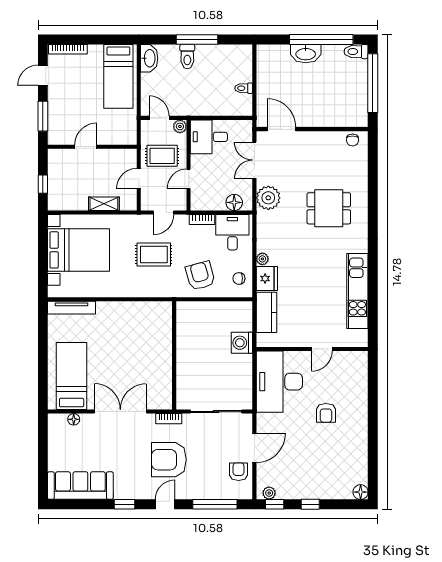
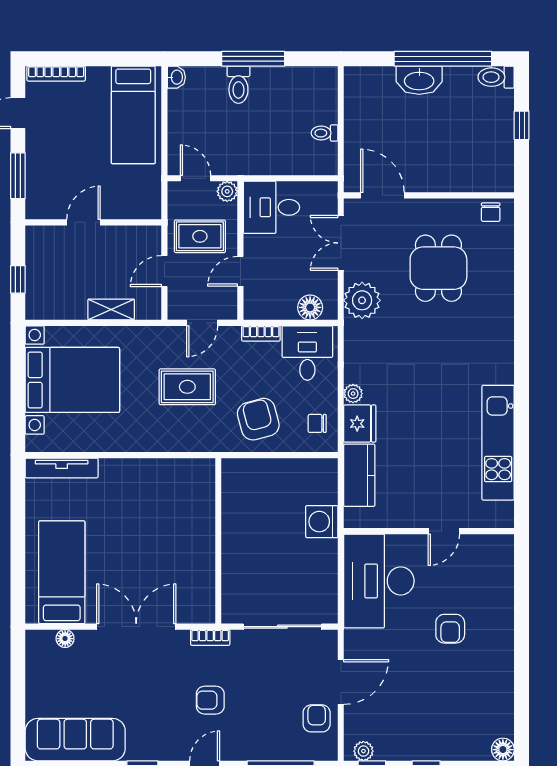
washbasin: (149, 58) -> (176, 77), width x0.52, depth x0.69
window: (373, 83) -> (522, 125), width x0.32
dining table: (329, 208) -> (438, 268), moved, turned 90
armchair: (169, 460) -> (210, 700), width x0.53, depth x0.53

